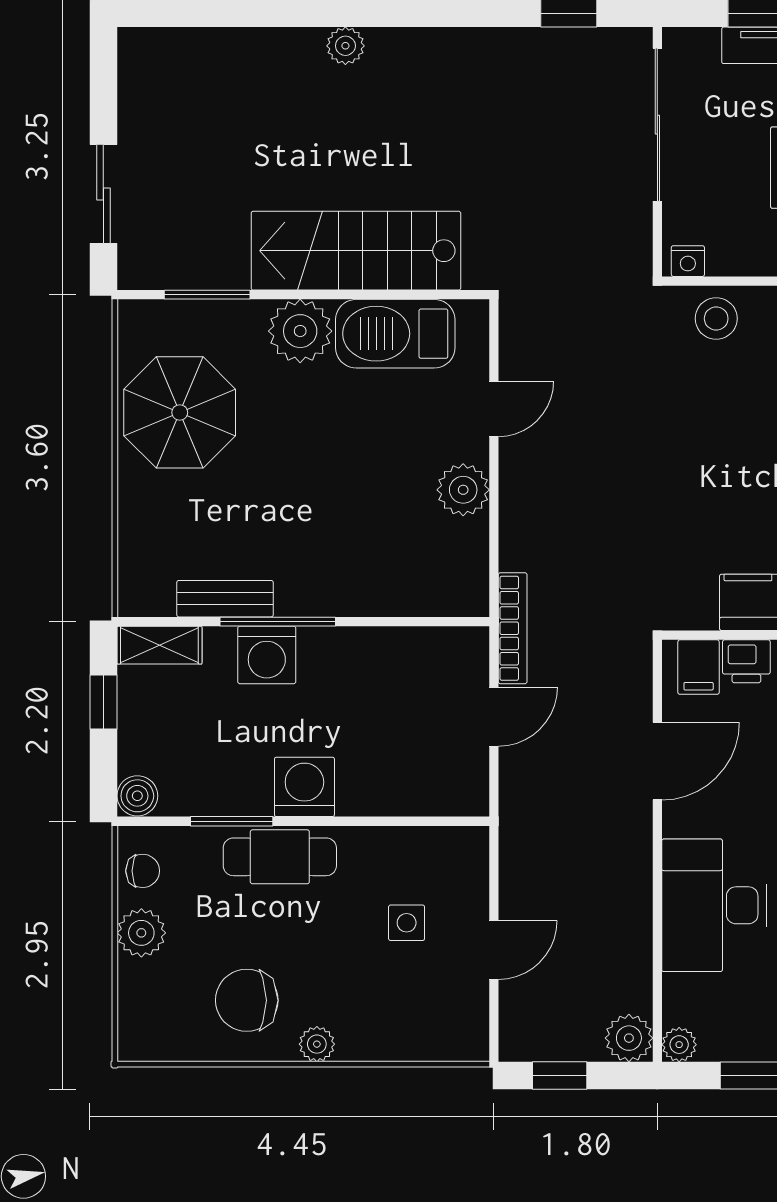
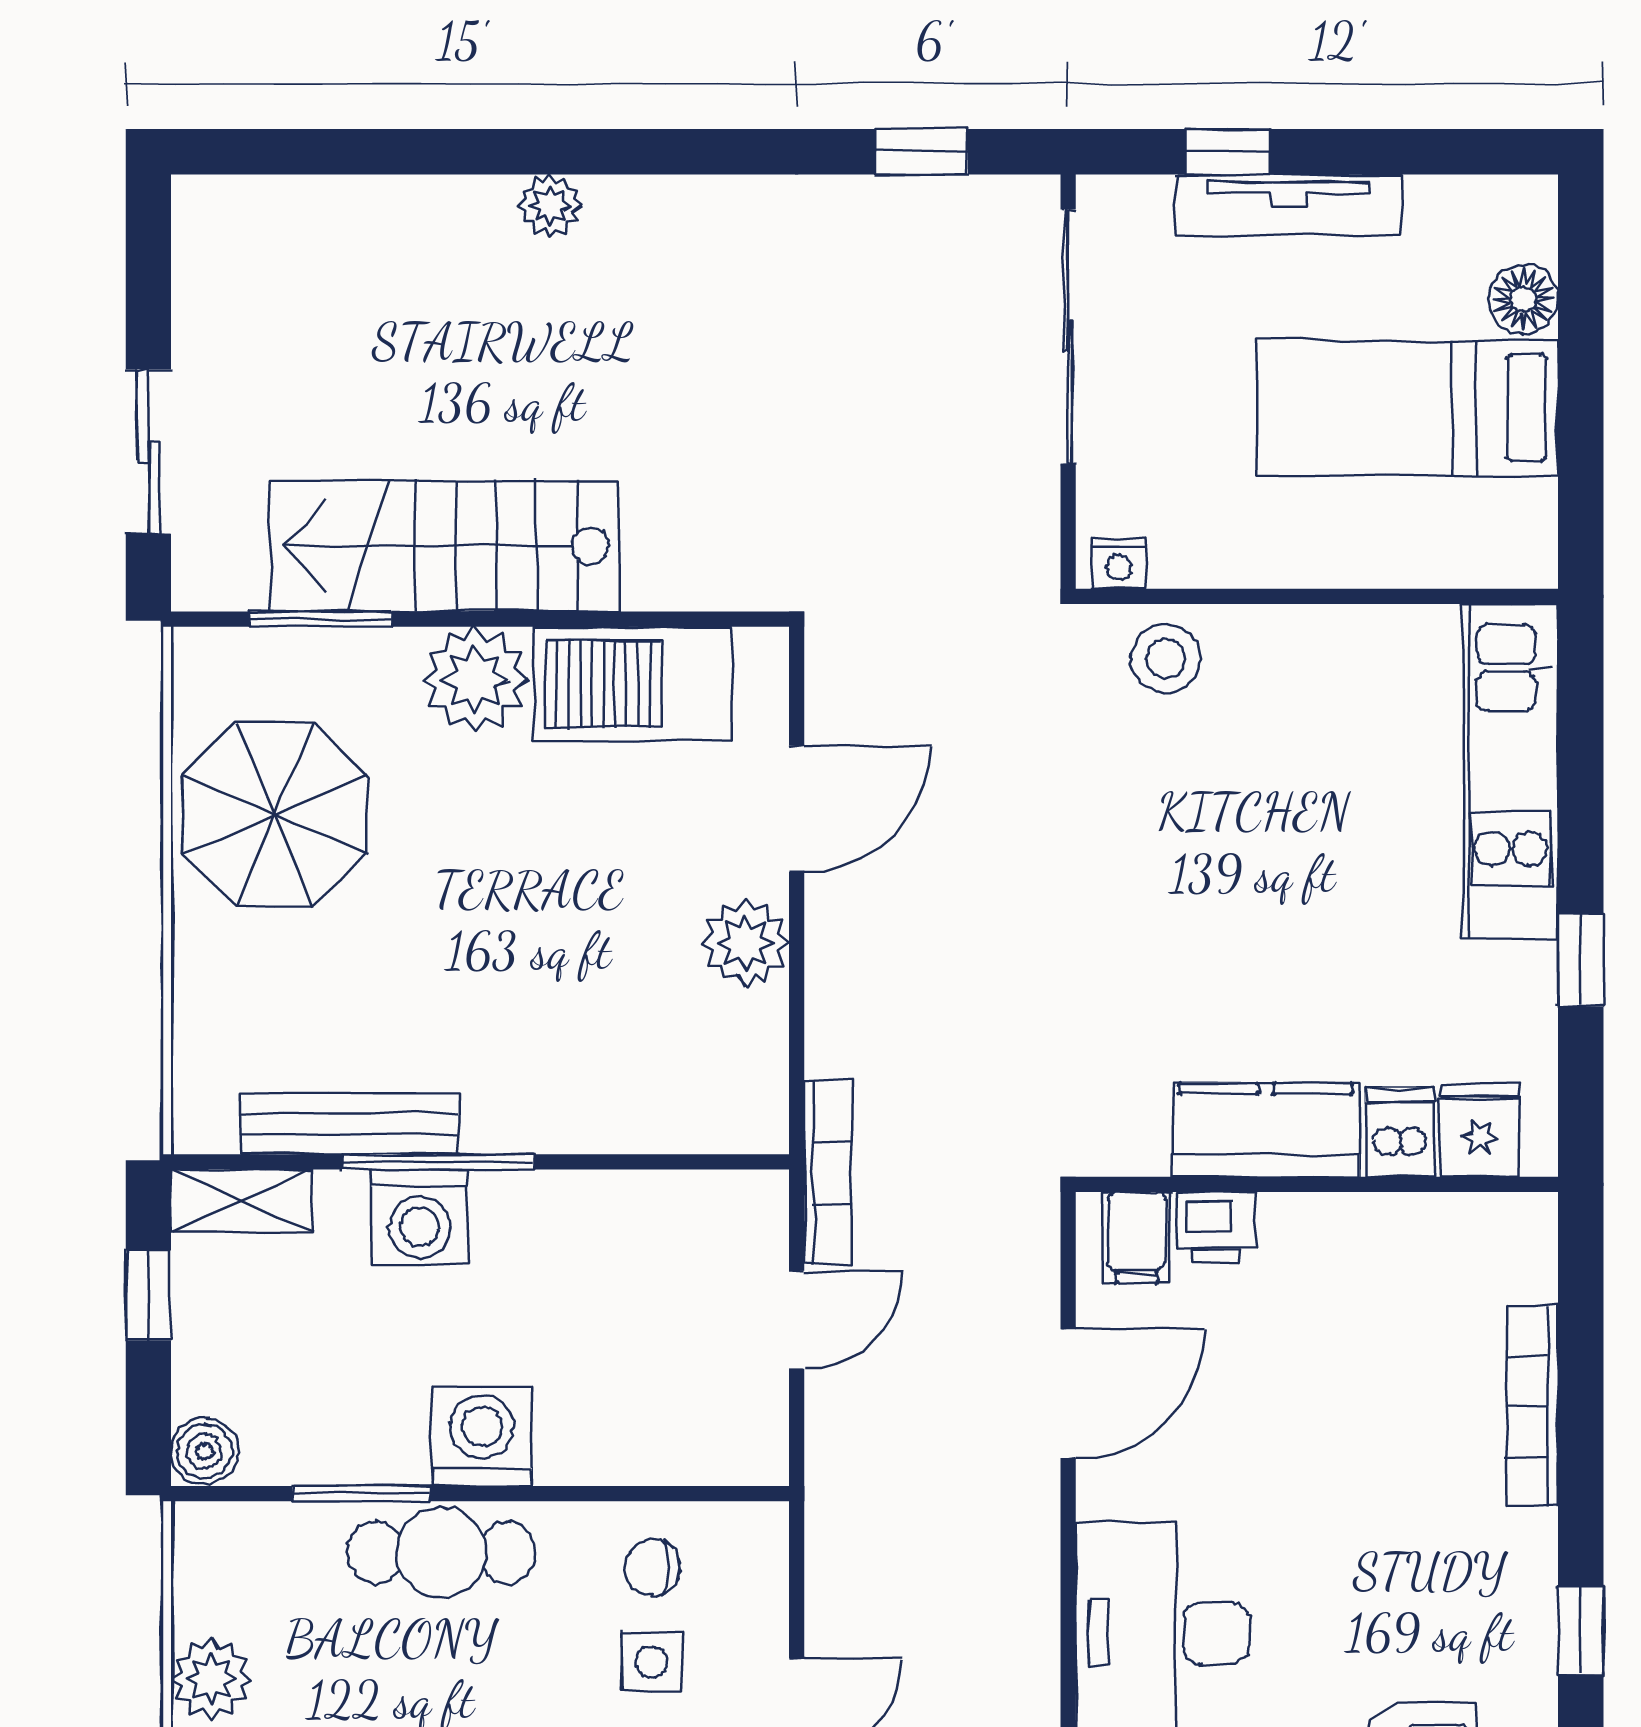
stairs: (356, 251) -> (444, 546), moved
door: (494, 409) -> (797, 809), width x1.38
bench: (225, 599) -> (350, 1124), width x1.36
chair: (143, 871) -> (652, 1567), moved, turned 180

